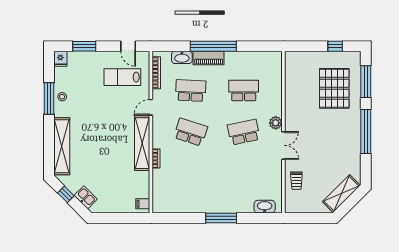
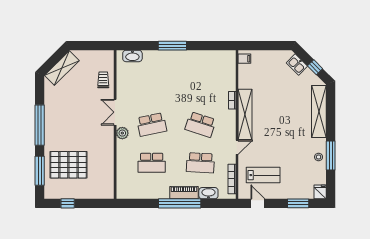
pallet: (334, 88) -> (68, 165), turned 90

